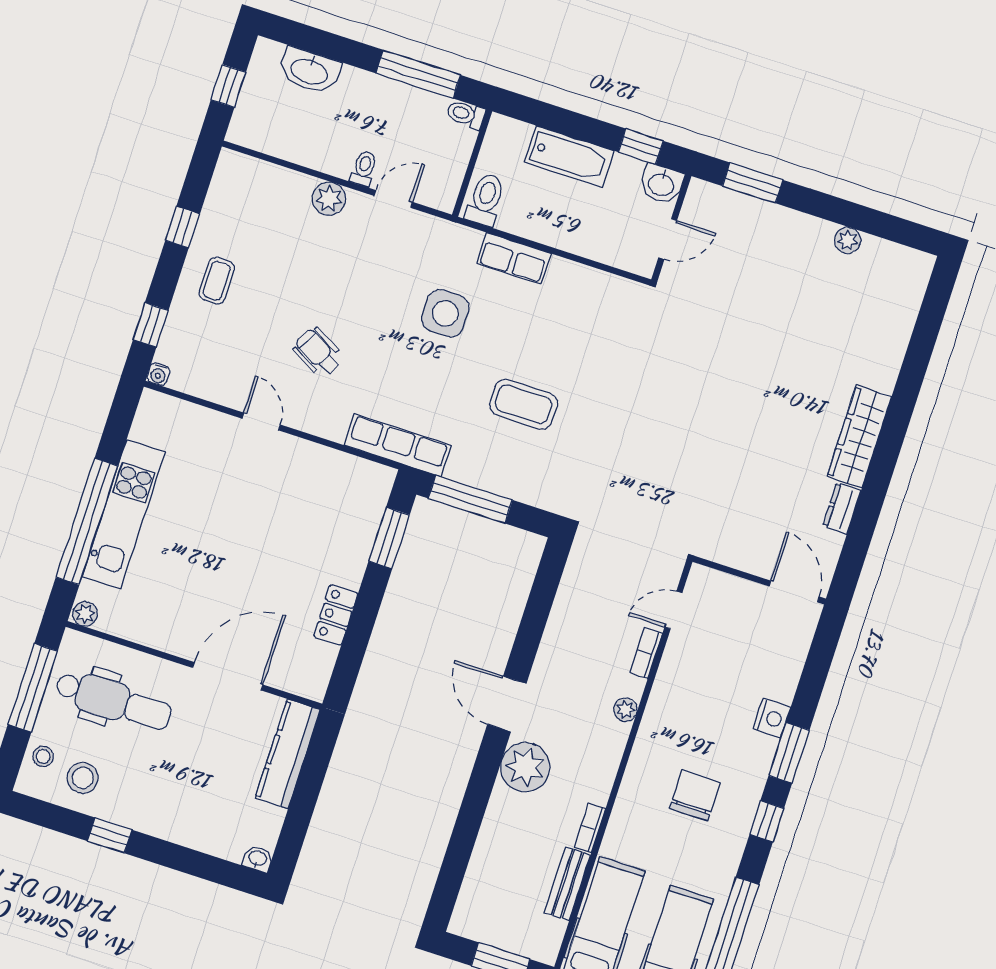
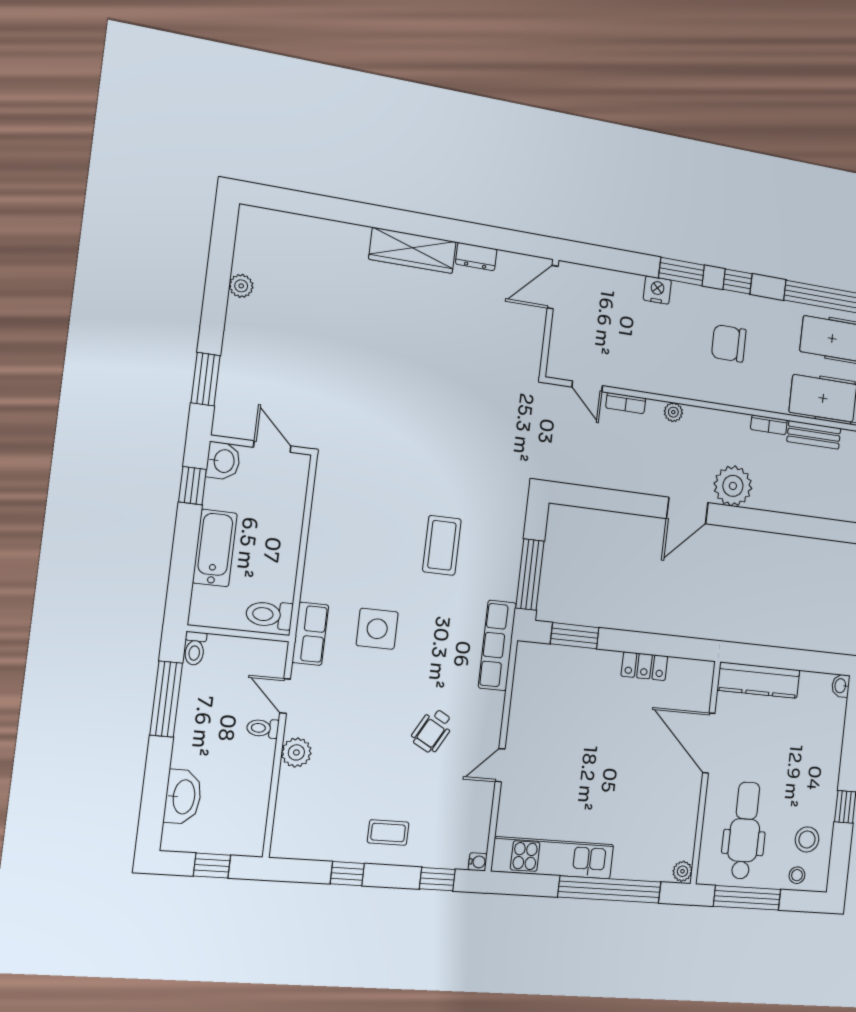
row of seats: (514, 258) -> (310, 634), moved
kitchen unit: (124, 514) -> (553, 858), moved

